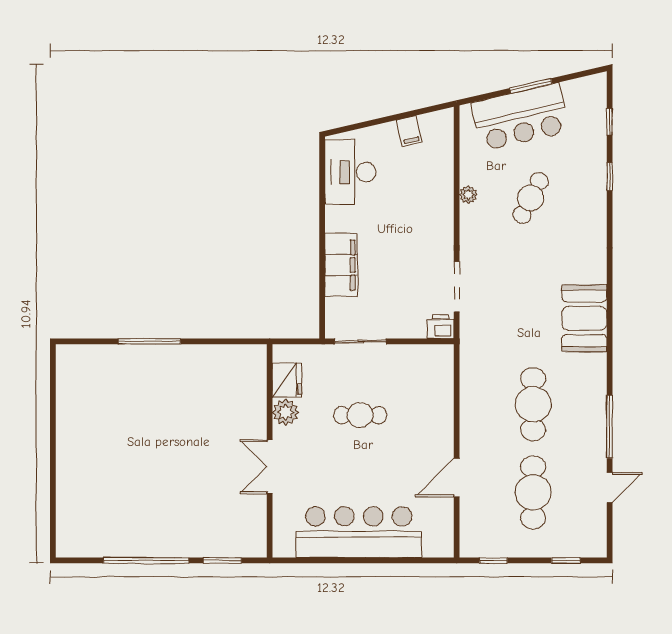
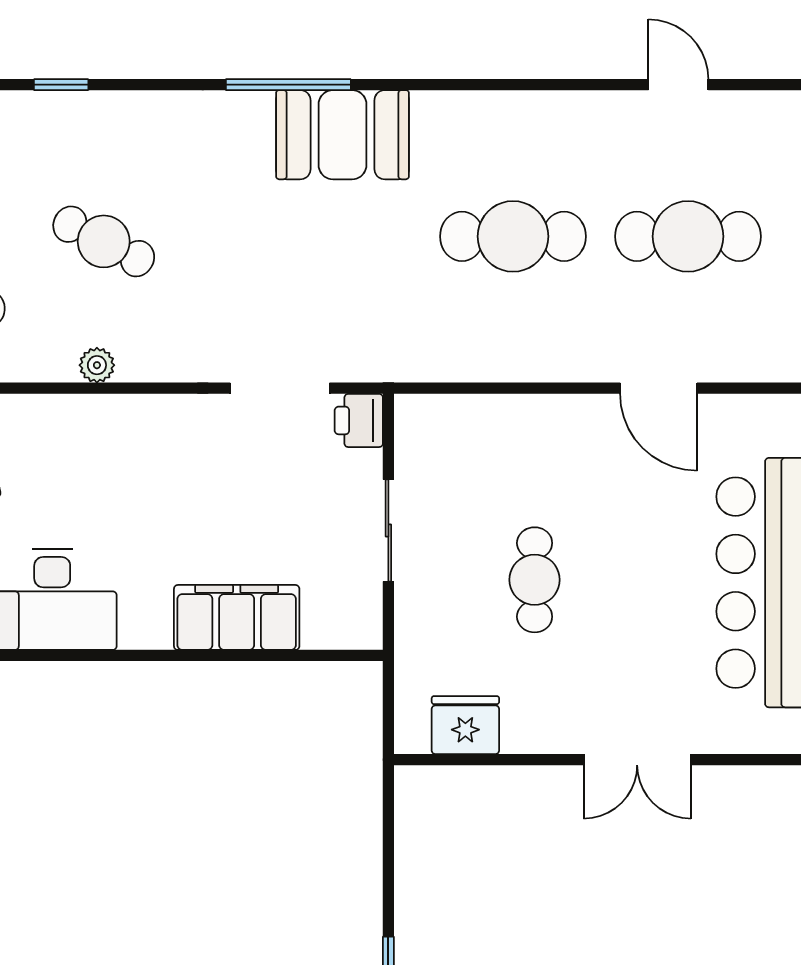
sliding door: (361, 341) -> (388, 531), moved
plant: (286, 412) -> (529, 728), removed
window: (610, 427) -> (288, 85), moved

